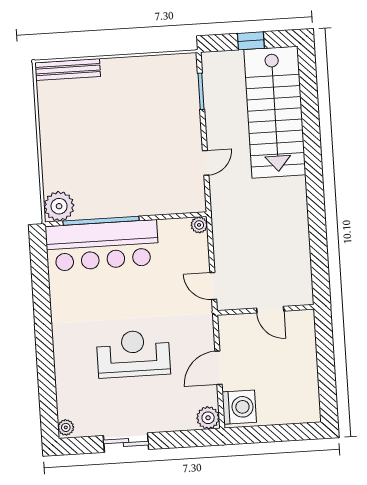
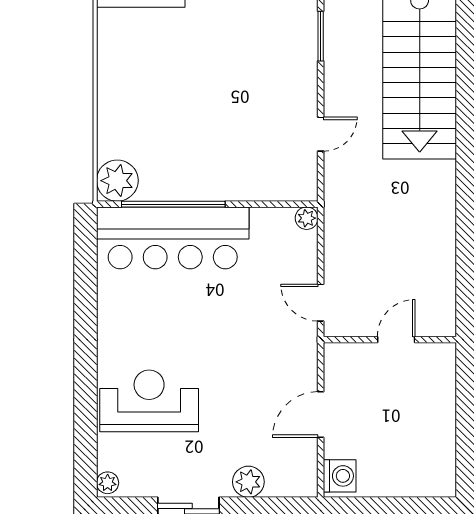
door: (270, 310) -> (396, 340), swing flipped
reception desk: (133, 354) -> (149, 401), moved
washing machine: (239, 407) -> (340, 476), width x0.73, depth x0.73
plant: (208, 418) -> (248, 482), moved

